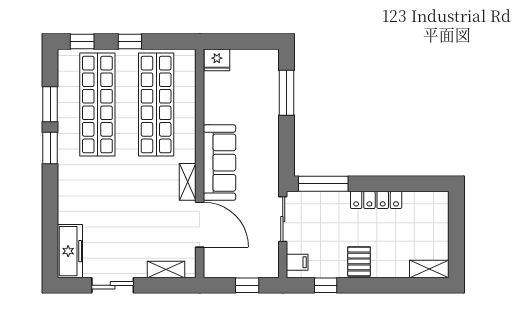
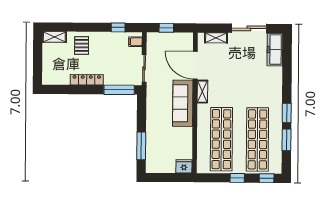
pallet: (359, 261) -> (82, 45), moved
sliding door: (113, 285) -> (249, 28), width x1.37

